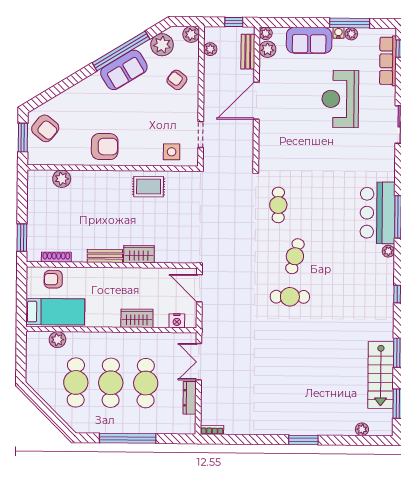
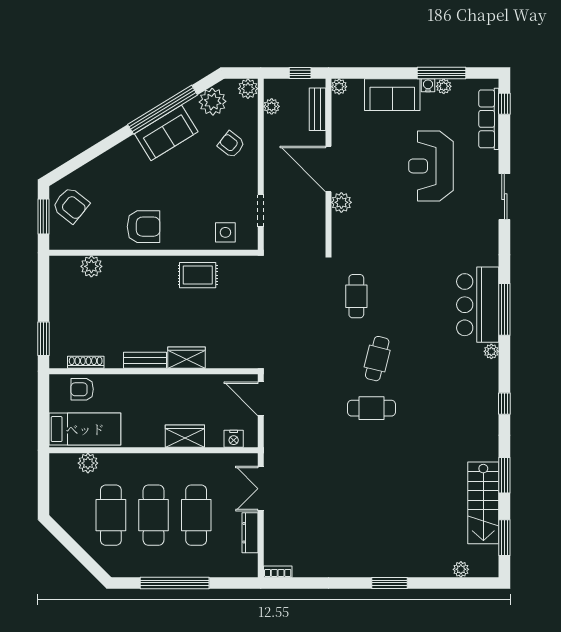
plant: (267, 49) -> (341, 202), moved
door: (256, 101) -> (328, 169), hinge flipped

